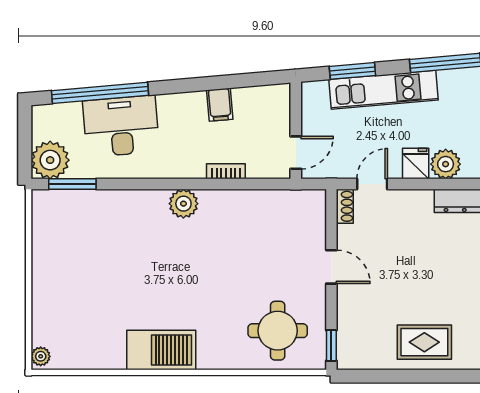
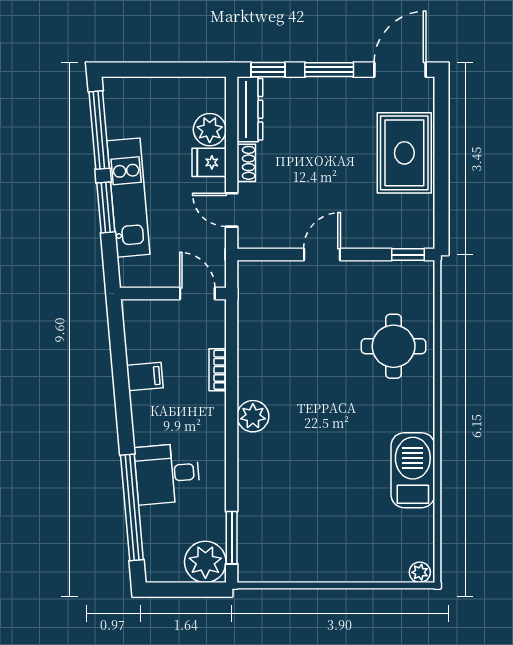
window: (352, 71) -> (106, 207), moved
desk: (121, 126) -> (167, 474), width x0.73
shoe rack: (345, 206) -> (246, 163), moved, turned 90
round table: (278, 331) -> (394, 346), moved
rug: (424, 342) -> (404, 153), width x1.36, depth x1.43
barbecue: (161, 350) -> (413, 470), moved

